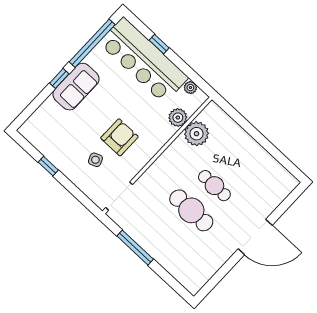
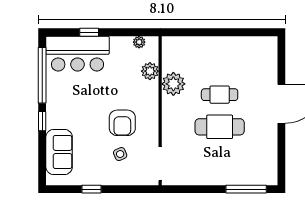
bar counter: (144, 60) -> (77, 54), width x0.73
sofa: (76, 87) -> (59, 152), moved
plant: (197, 134) -> (173, 84), moved
armchair: (119, 137) -> (122, 123), turned 180
window: (135, 248) -> (246, 189), moved

